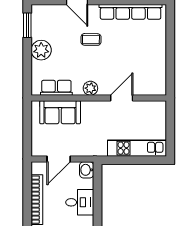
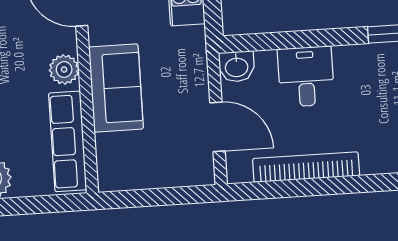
row of seats: (56, 88) -> (68, 141), width x1.48
sofa: (60, 112) -> (116, 88), moved

